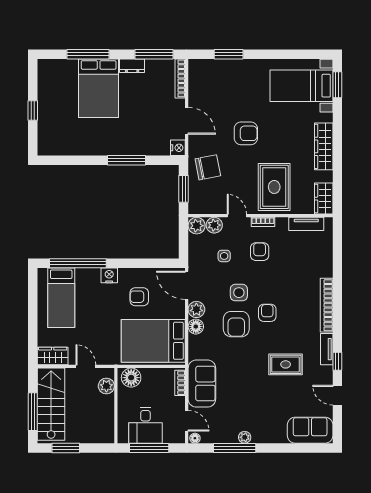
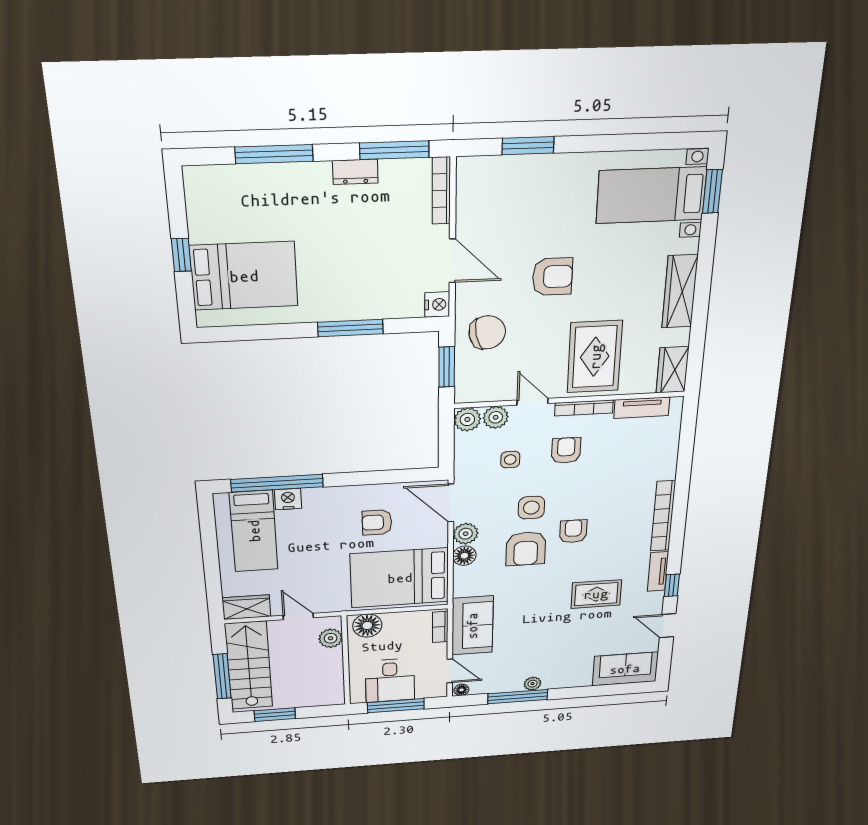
bed: (99, 88) -> (244, 276), moved, turned -90
bookcase: (263, 222) -> (584, 408), width x1.56
nightstand: (109, 275) -> (288, 499), moved

